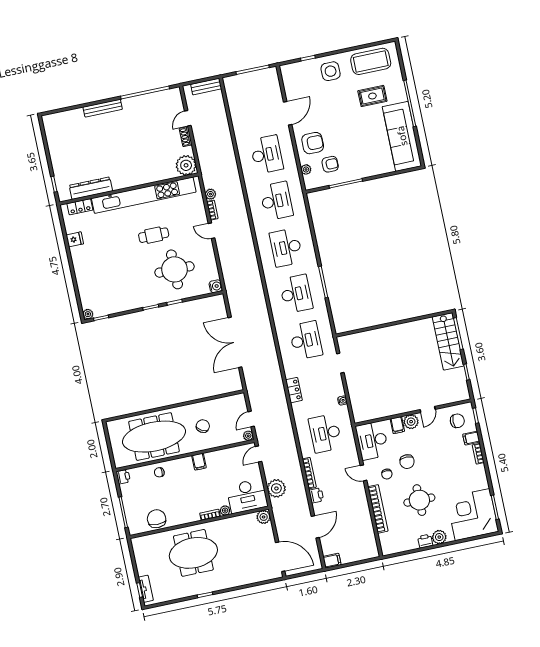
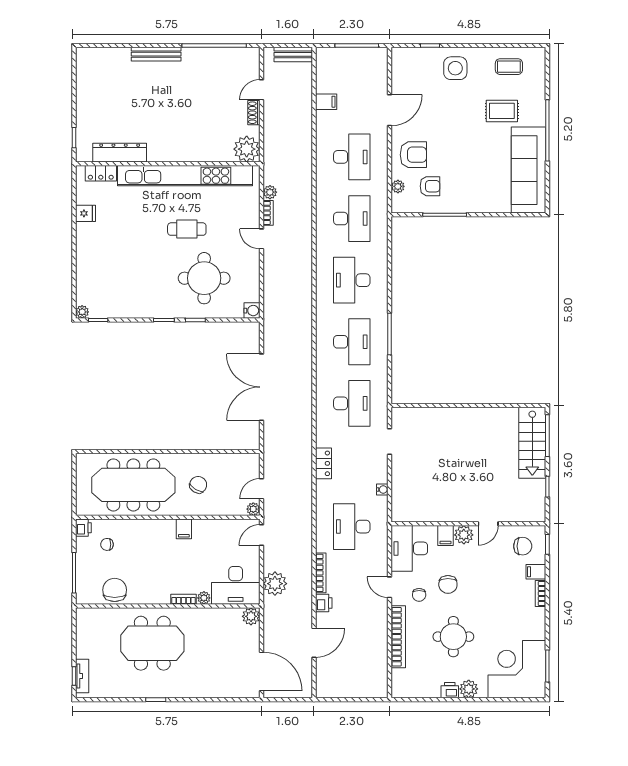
coffee table: (371, 61) -> (509, 67), width x0.54, depth x0.58
chair: (159, 472) -> (107, 544), moved
filing cabinet: (332, 561) -> (326, 102), moved

